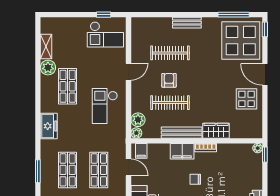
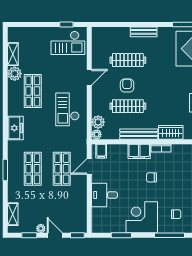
door: (128, 167) -> (89, 166), swing flipped

